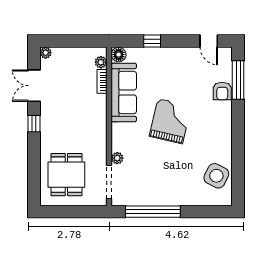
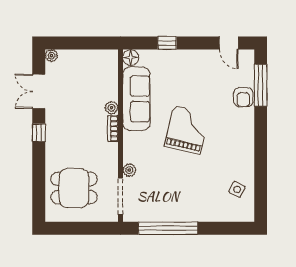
plant: (101, 62) -> (111, 108), moved
bookcase: (102, 81) -> (113, 129), moved
dining table: (66, 175) -> (74, 188), turned 90
side table: (216, 176) -> (237, 189), width x0.54, depth x0.54

